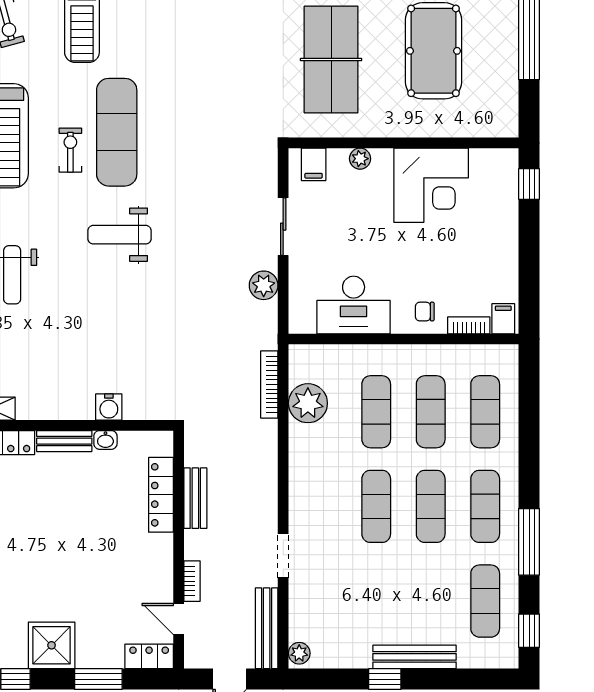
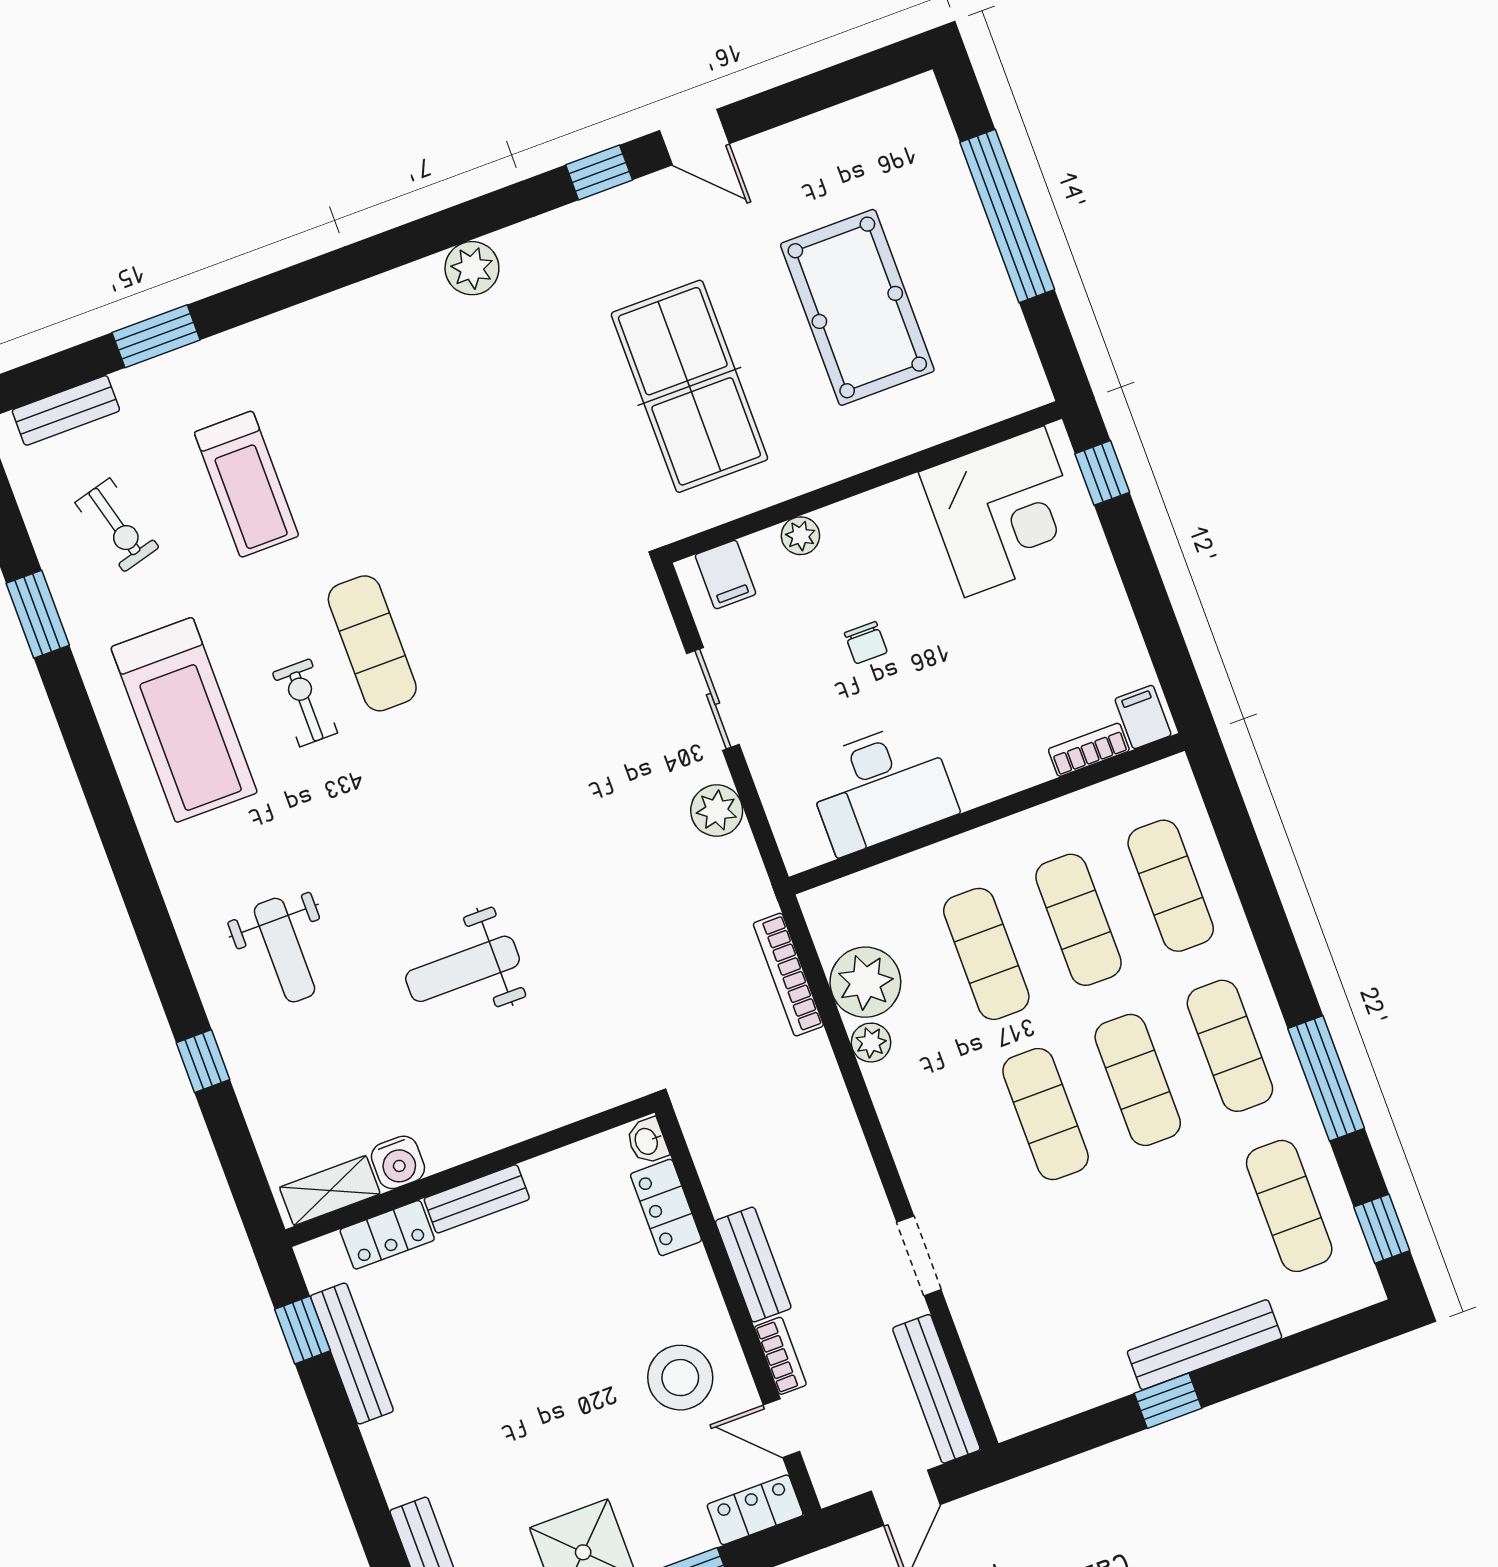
exercise mat: (117, 132) -> (372, 643), width x0.73, depth x0.69
corner desk: (431, 185) -> (1004, 512), moved
weight bench: (119, 235) -> (462, 969), moved
chair: (425, 312) -> (866, 643), moved, turned -90
water cooler: (109, 407) -> (398, 1162), moved
washbasin: (105, 440) -> (647, 1141), moved, turned 90
locker: (161, 495) -> (666, 1207), width x0.66
bench: (195, 498) -> (753, 1265), moved
stool: (136, 573) -> (680, 1378), added
plant: (299, 653) -> (871, 1043), moved

